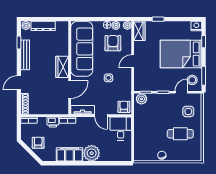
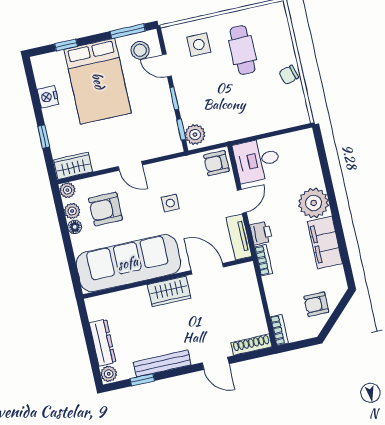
nightstand: (196, 26) -> (48, 97), moved
printer: (53, 122) -> (261, 233), moved

